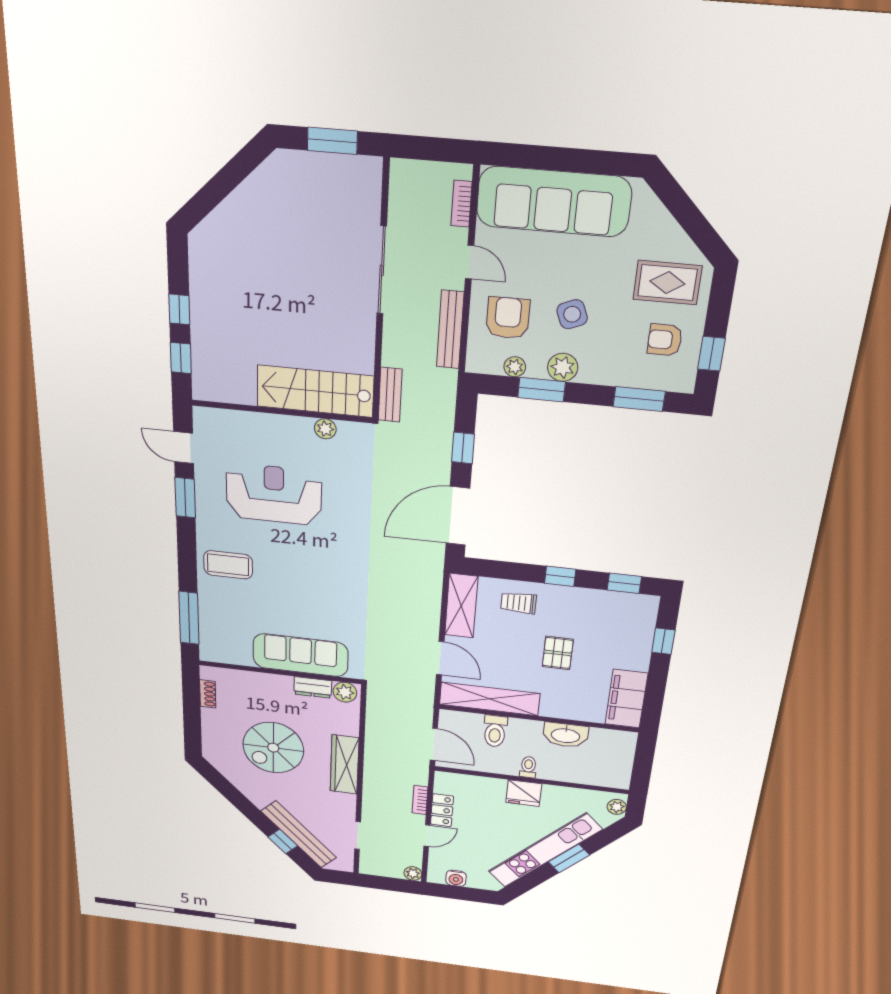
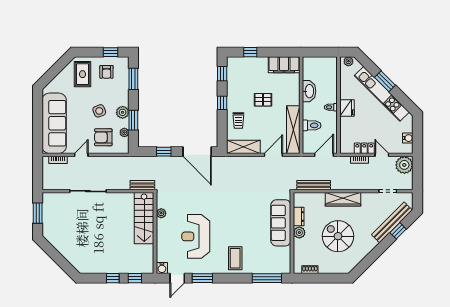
bench: (450, 330) -> (314, 185), moved
water cooler: (205, 418) -> (162, 268), added
plant: (345, 692) -> (299, 233), moved
spiral stairs: (273, 748) -> (338, 236), turned 180
plant: (413, 873) -> (404, 165), width x1.87, depth x1.87

